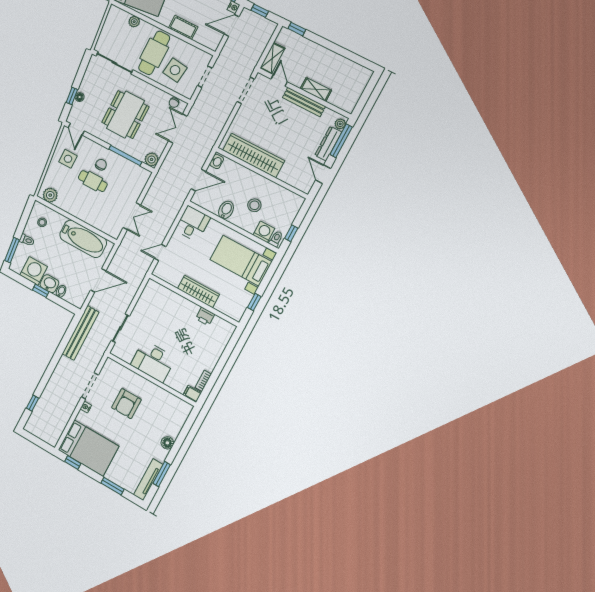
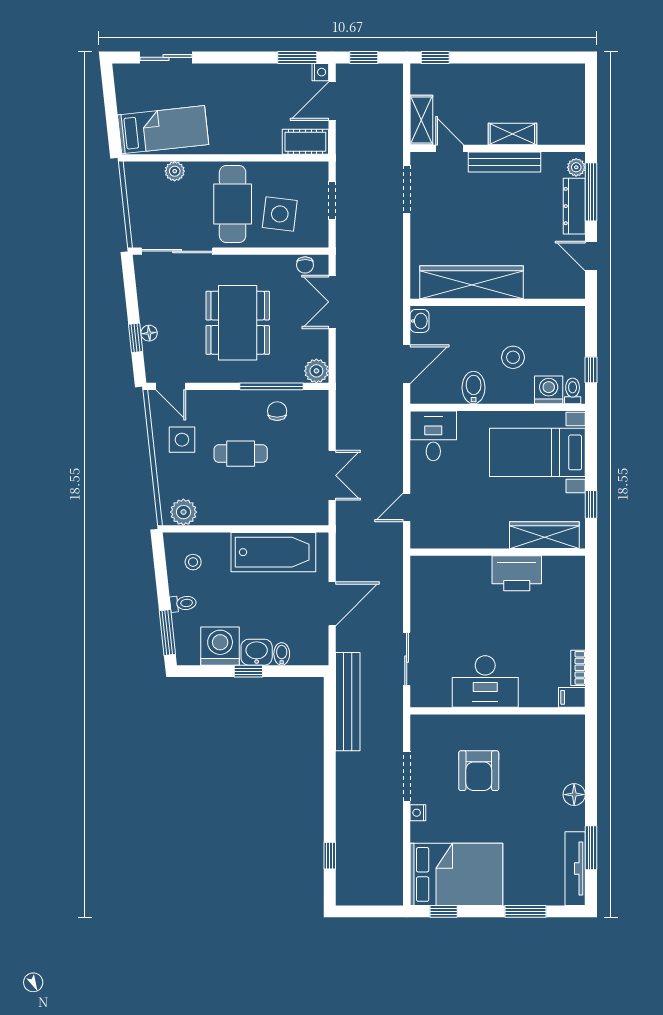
cot: (183, 27) -> (305, 142), moved
chair: (101, 165) -> (277, 411), moved
wardrobe: (198, 292) -> (544, 535), moved
printer: (205, 316) -> (517, 573), width x1.87, depth x1.48

